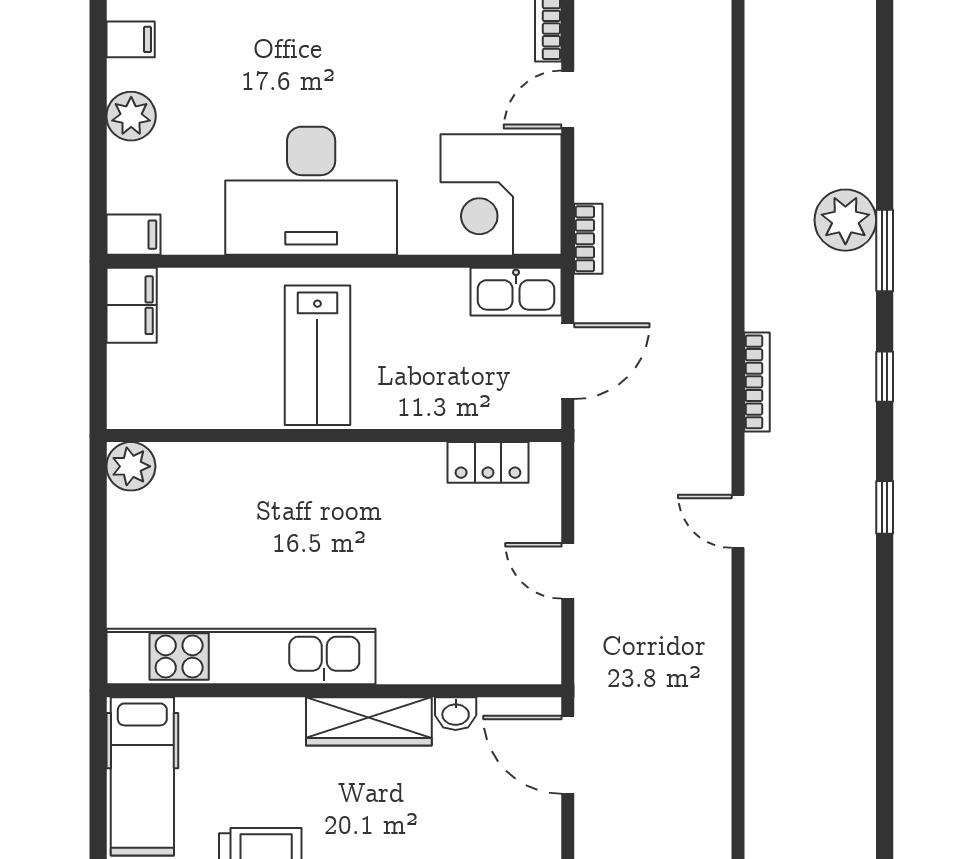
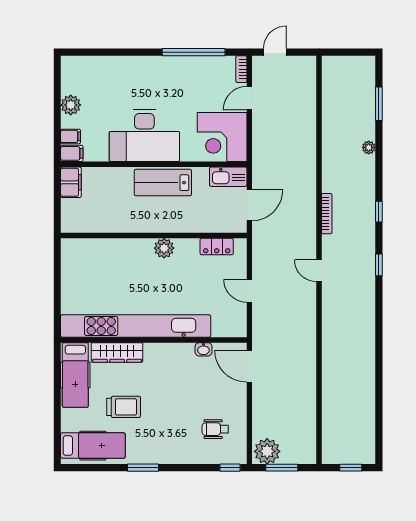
filing cabinet: (131, 39) -> (71, 136), moved
plant: (845, 220) -> (369, 147), width x0.53, depth x0.53
bookcase: (588, 239) -> (258, 155), removed
window: (885, 251) -> (379, 104), moved
lab bench: (317, 355) -> (163, 183), moved, turned 90
plant: (131, 466) -> (164, 248), moved
kitchen unit: (241, 656) -> (136, 326), width x1.36
wardrobe: (369, 721) -> (117, 352), moved

